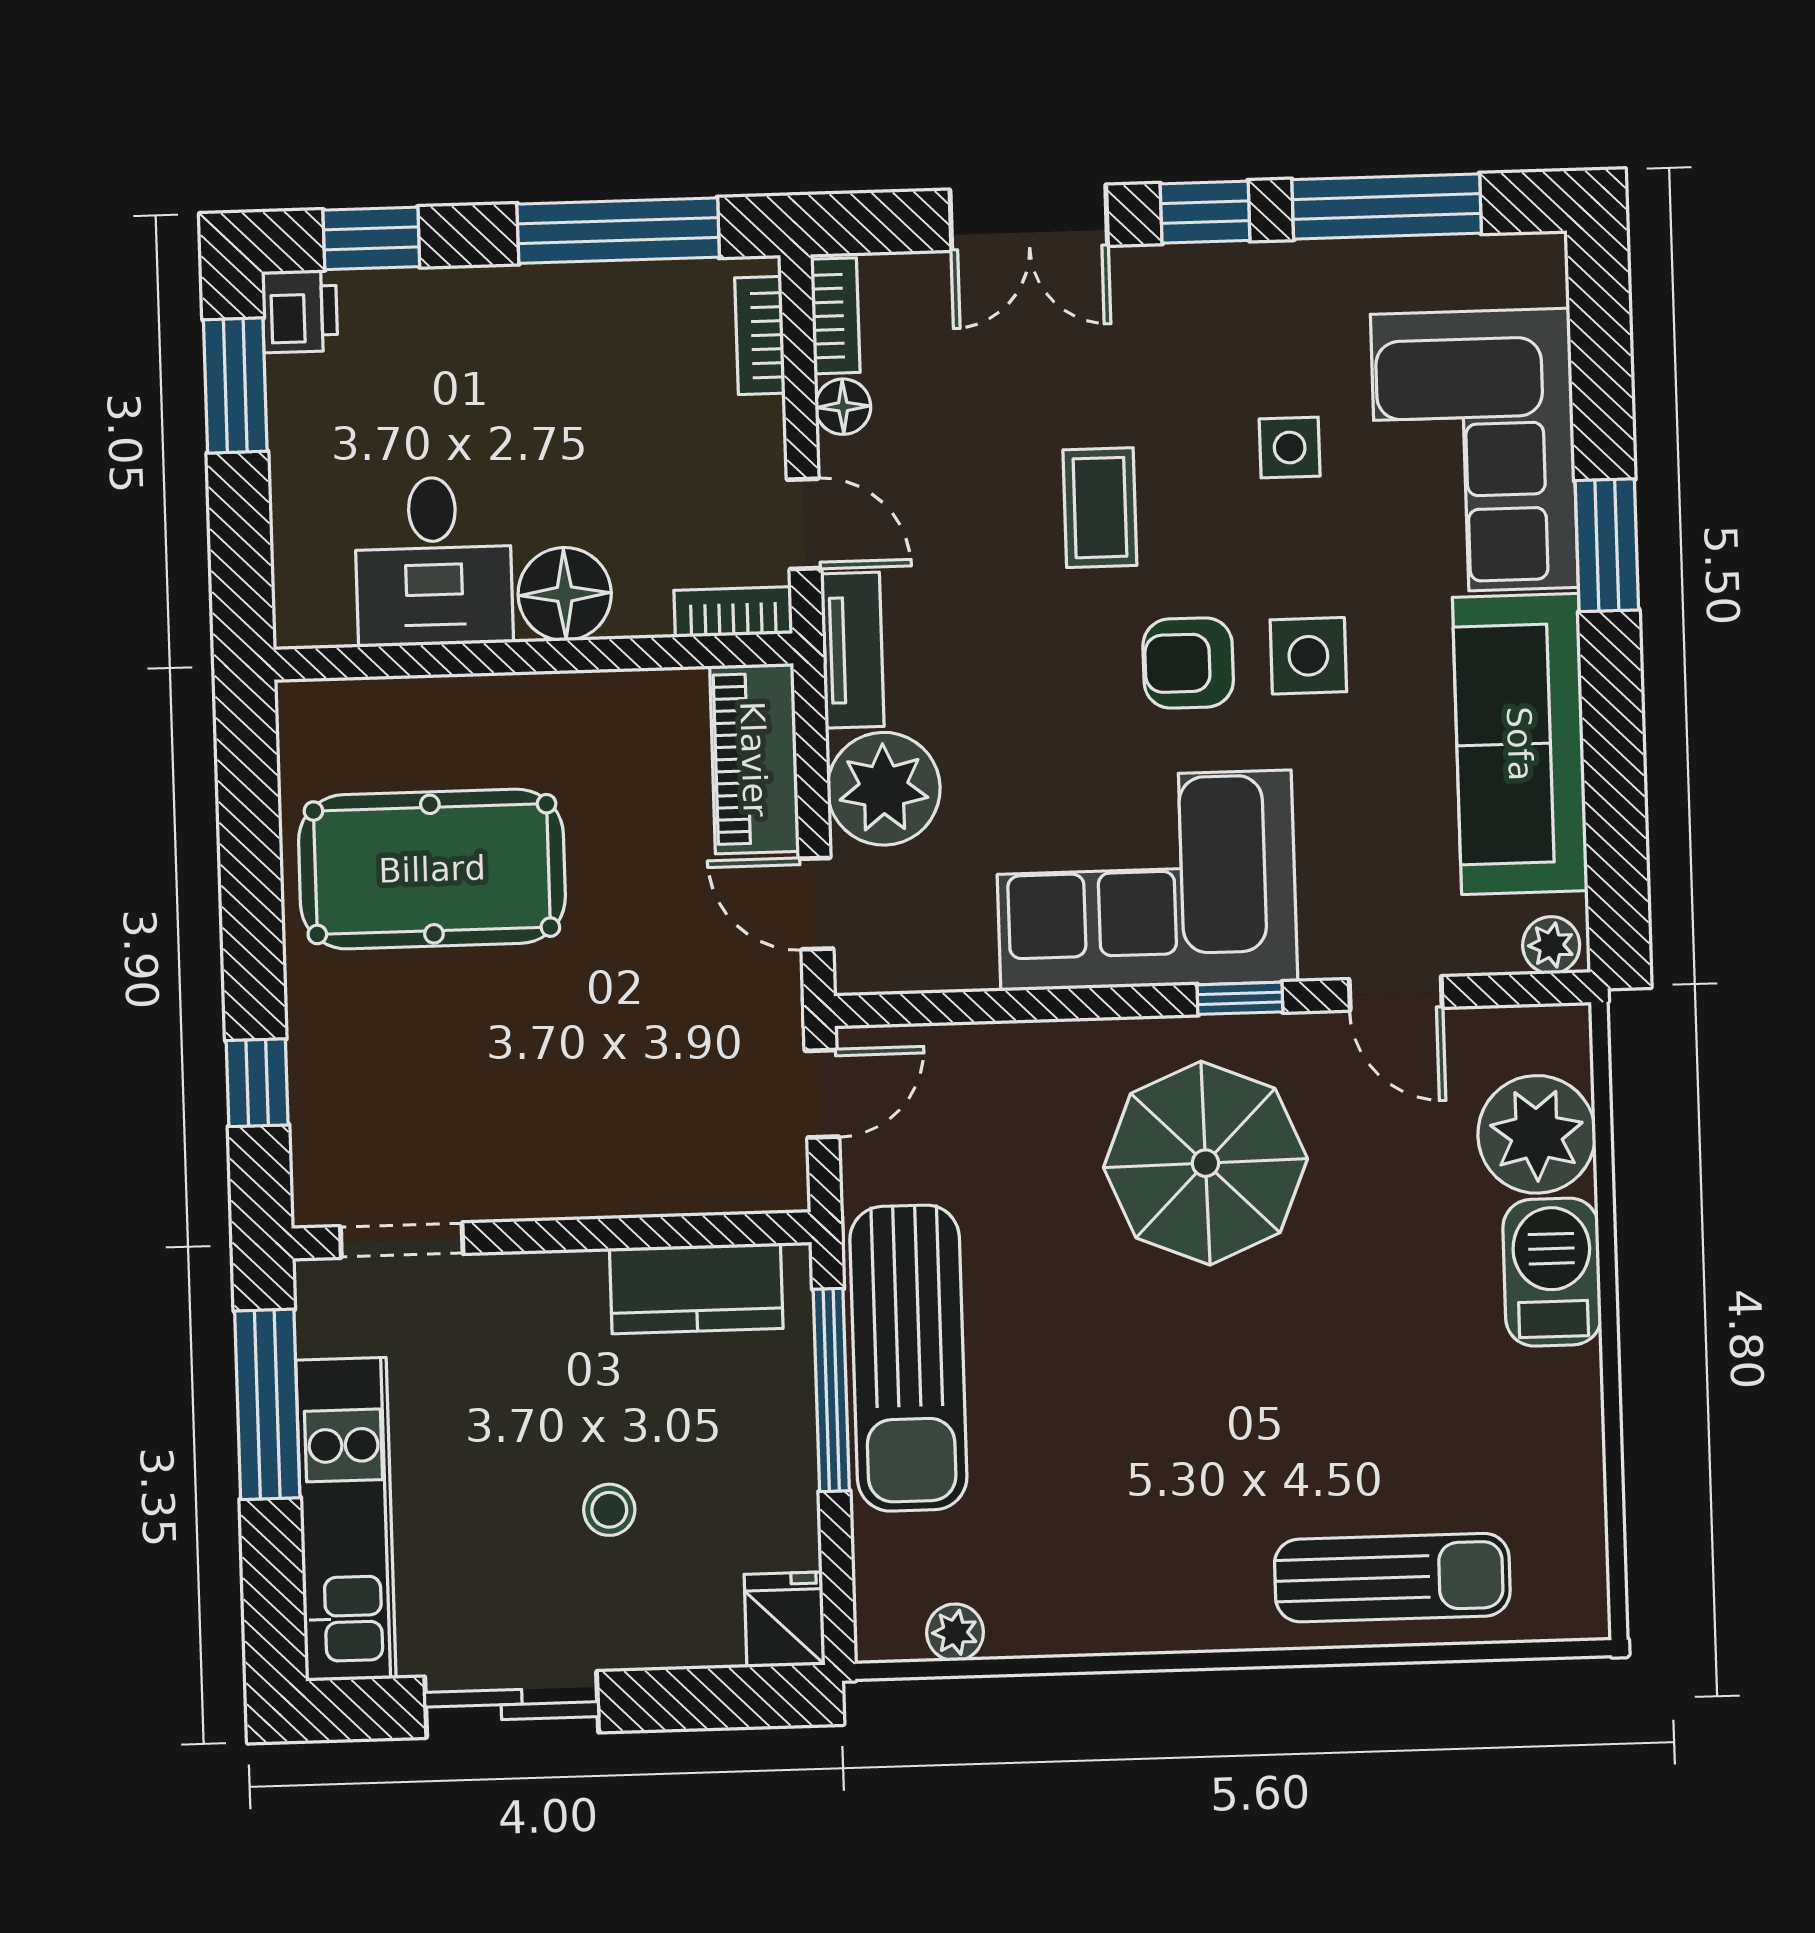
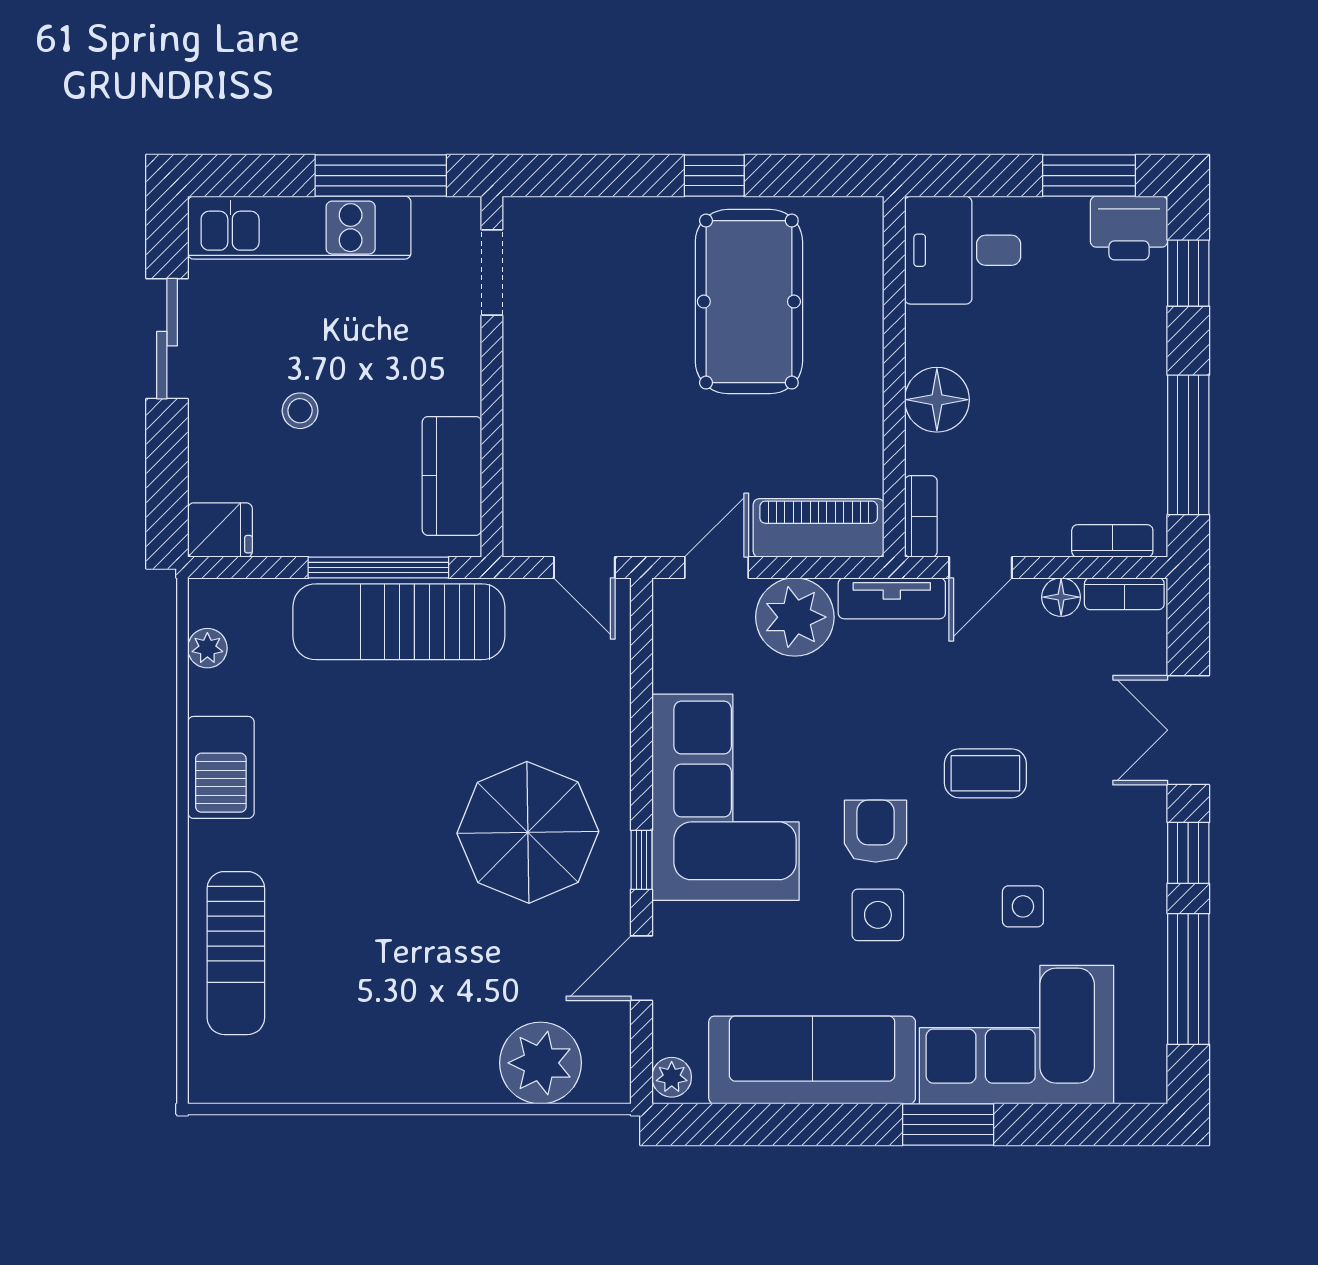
printer: (300, 311) -> (1129, 228), width x1.36, depth x1.24
desk: (434, 561) -> (963, 250), moved
window: (257, 1083) -> (714, 176), moved
barbecue: (1552, 1272) -> (221, 767), moved, turned 90

